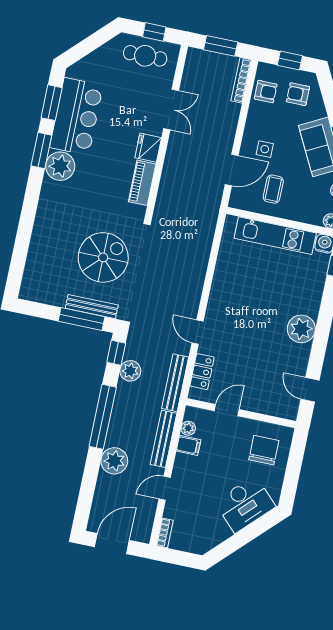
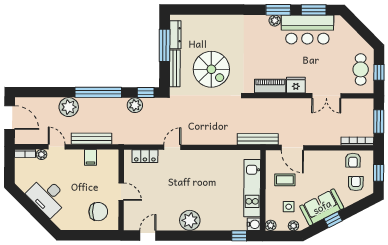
side table: (265, 149) -> (289, 207), moved
plant: (60, 166) -> (275, 21), width x0.53, depth x0.53
dresser: (46, 297) -> (175, 35), added
window: (82, 319) -> (165, 45), moved
bench: (175, 383) -> (258, 139), moved
door: (227, 410) -> (121, 192), moved
plant: (188, 428) -> (41, 155), moved
desk: (245, 504) -> (48, 197), moved

